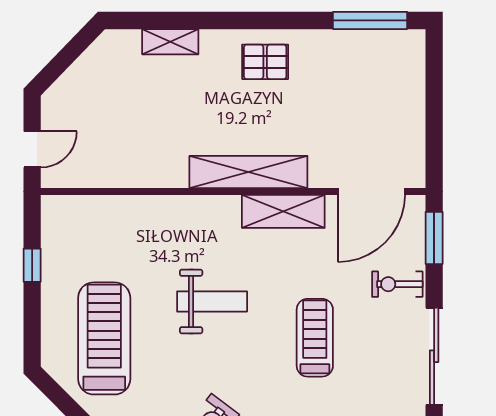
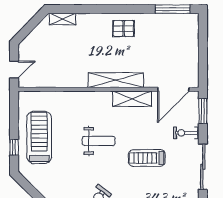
shelving: (170, 42) -> (63, 19), moved
window: (32, 265) -> (14, 147), moved
treadmill: (104, 338) -> (39, 137), moved
treadmill: (315, 338) -> (147, 158), turned -90

